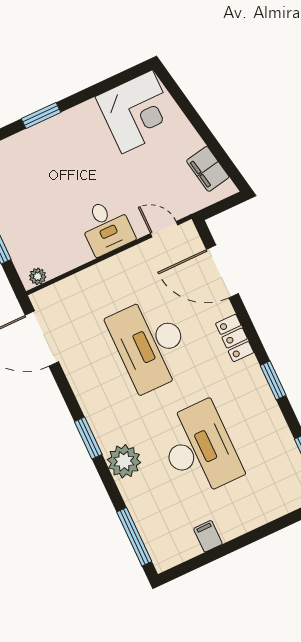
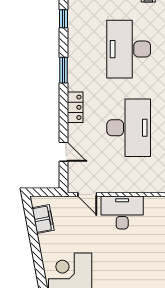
desk: (106, 227) -> (122, 212), width x1.37
door: (222, 271) -> (64, 152), width x0.53

